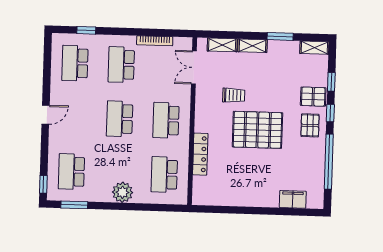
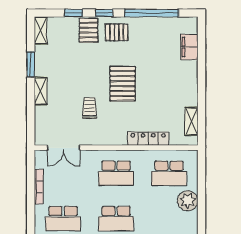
shelving: (222, 45) -> (191, 121), moved
pallet: (257, 130) -> (123, 84), width x0.73, depth x0.71
plant: (122, 192) -> (188, 201), moved

